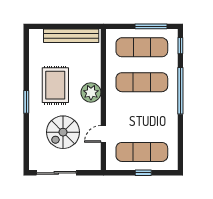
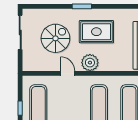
spiral stairs: (63, 132) -> (55, 38), turned 90
door: (103, 134) -> (68, 73), moved

